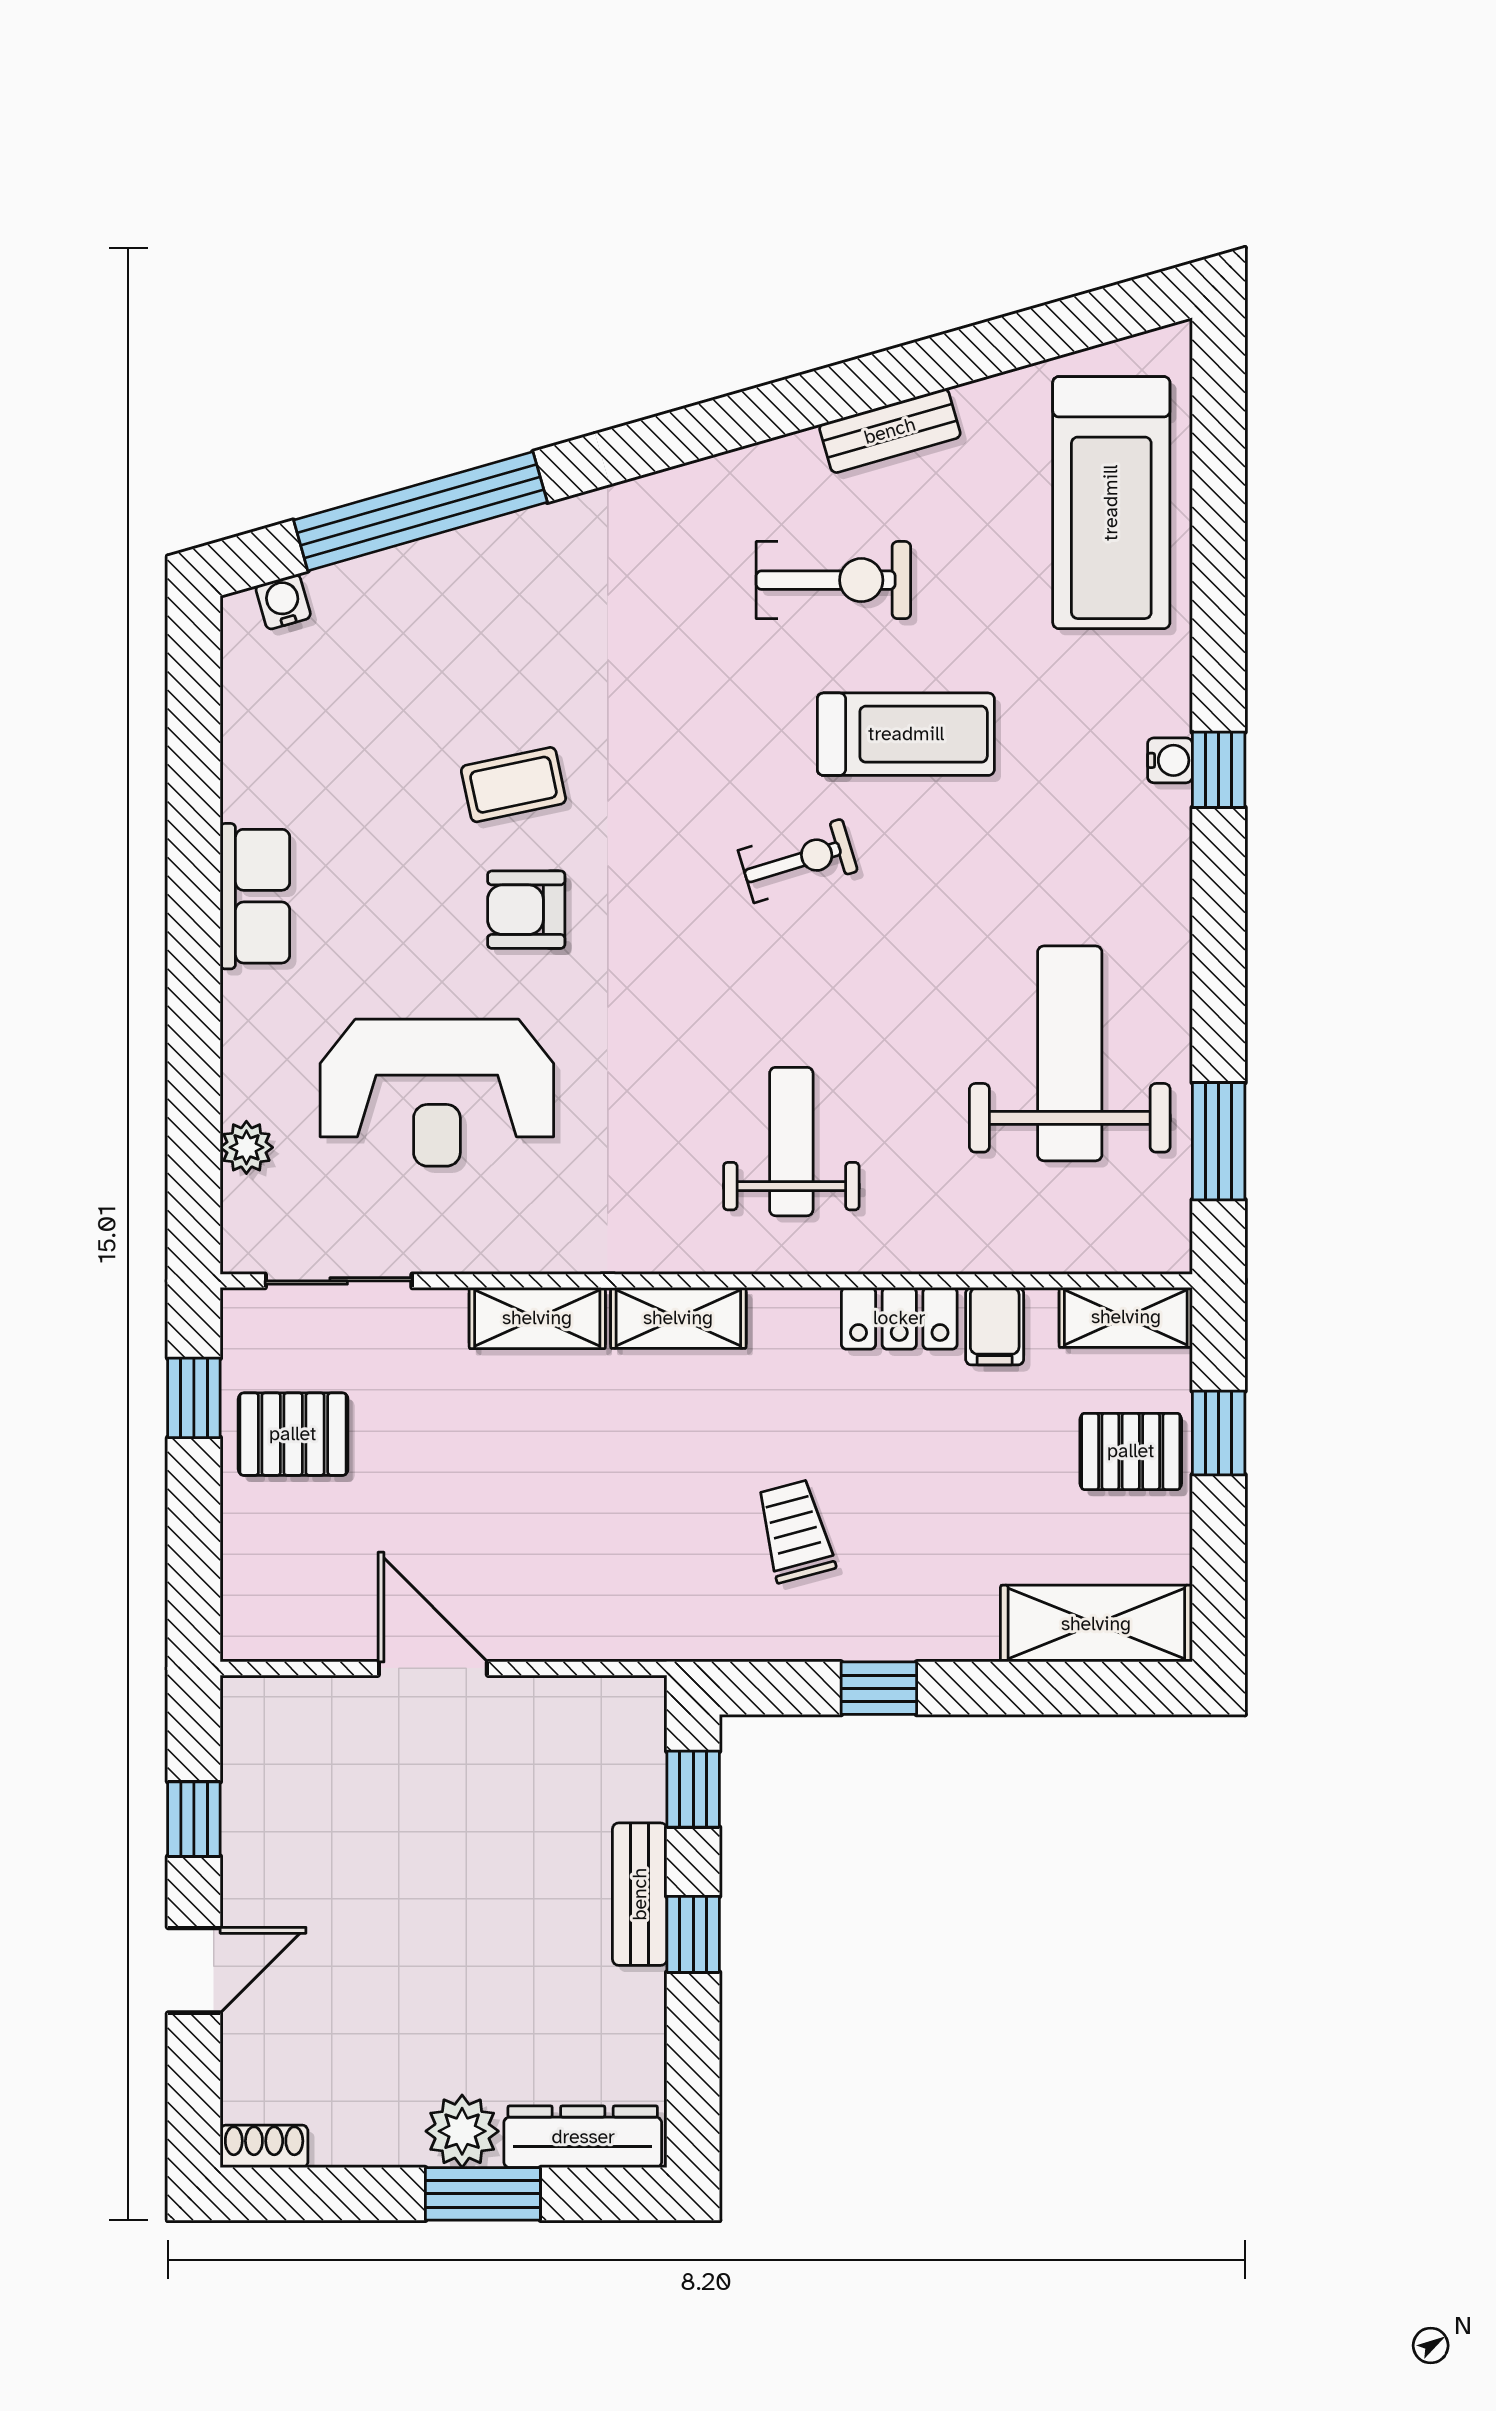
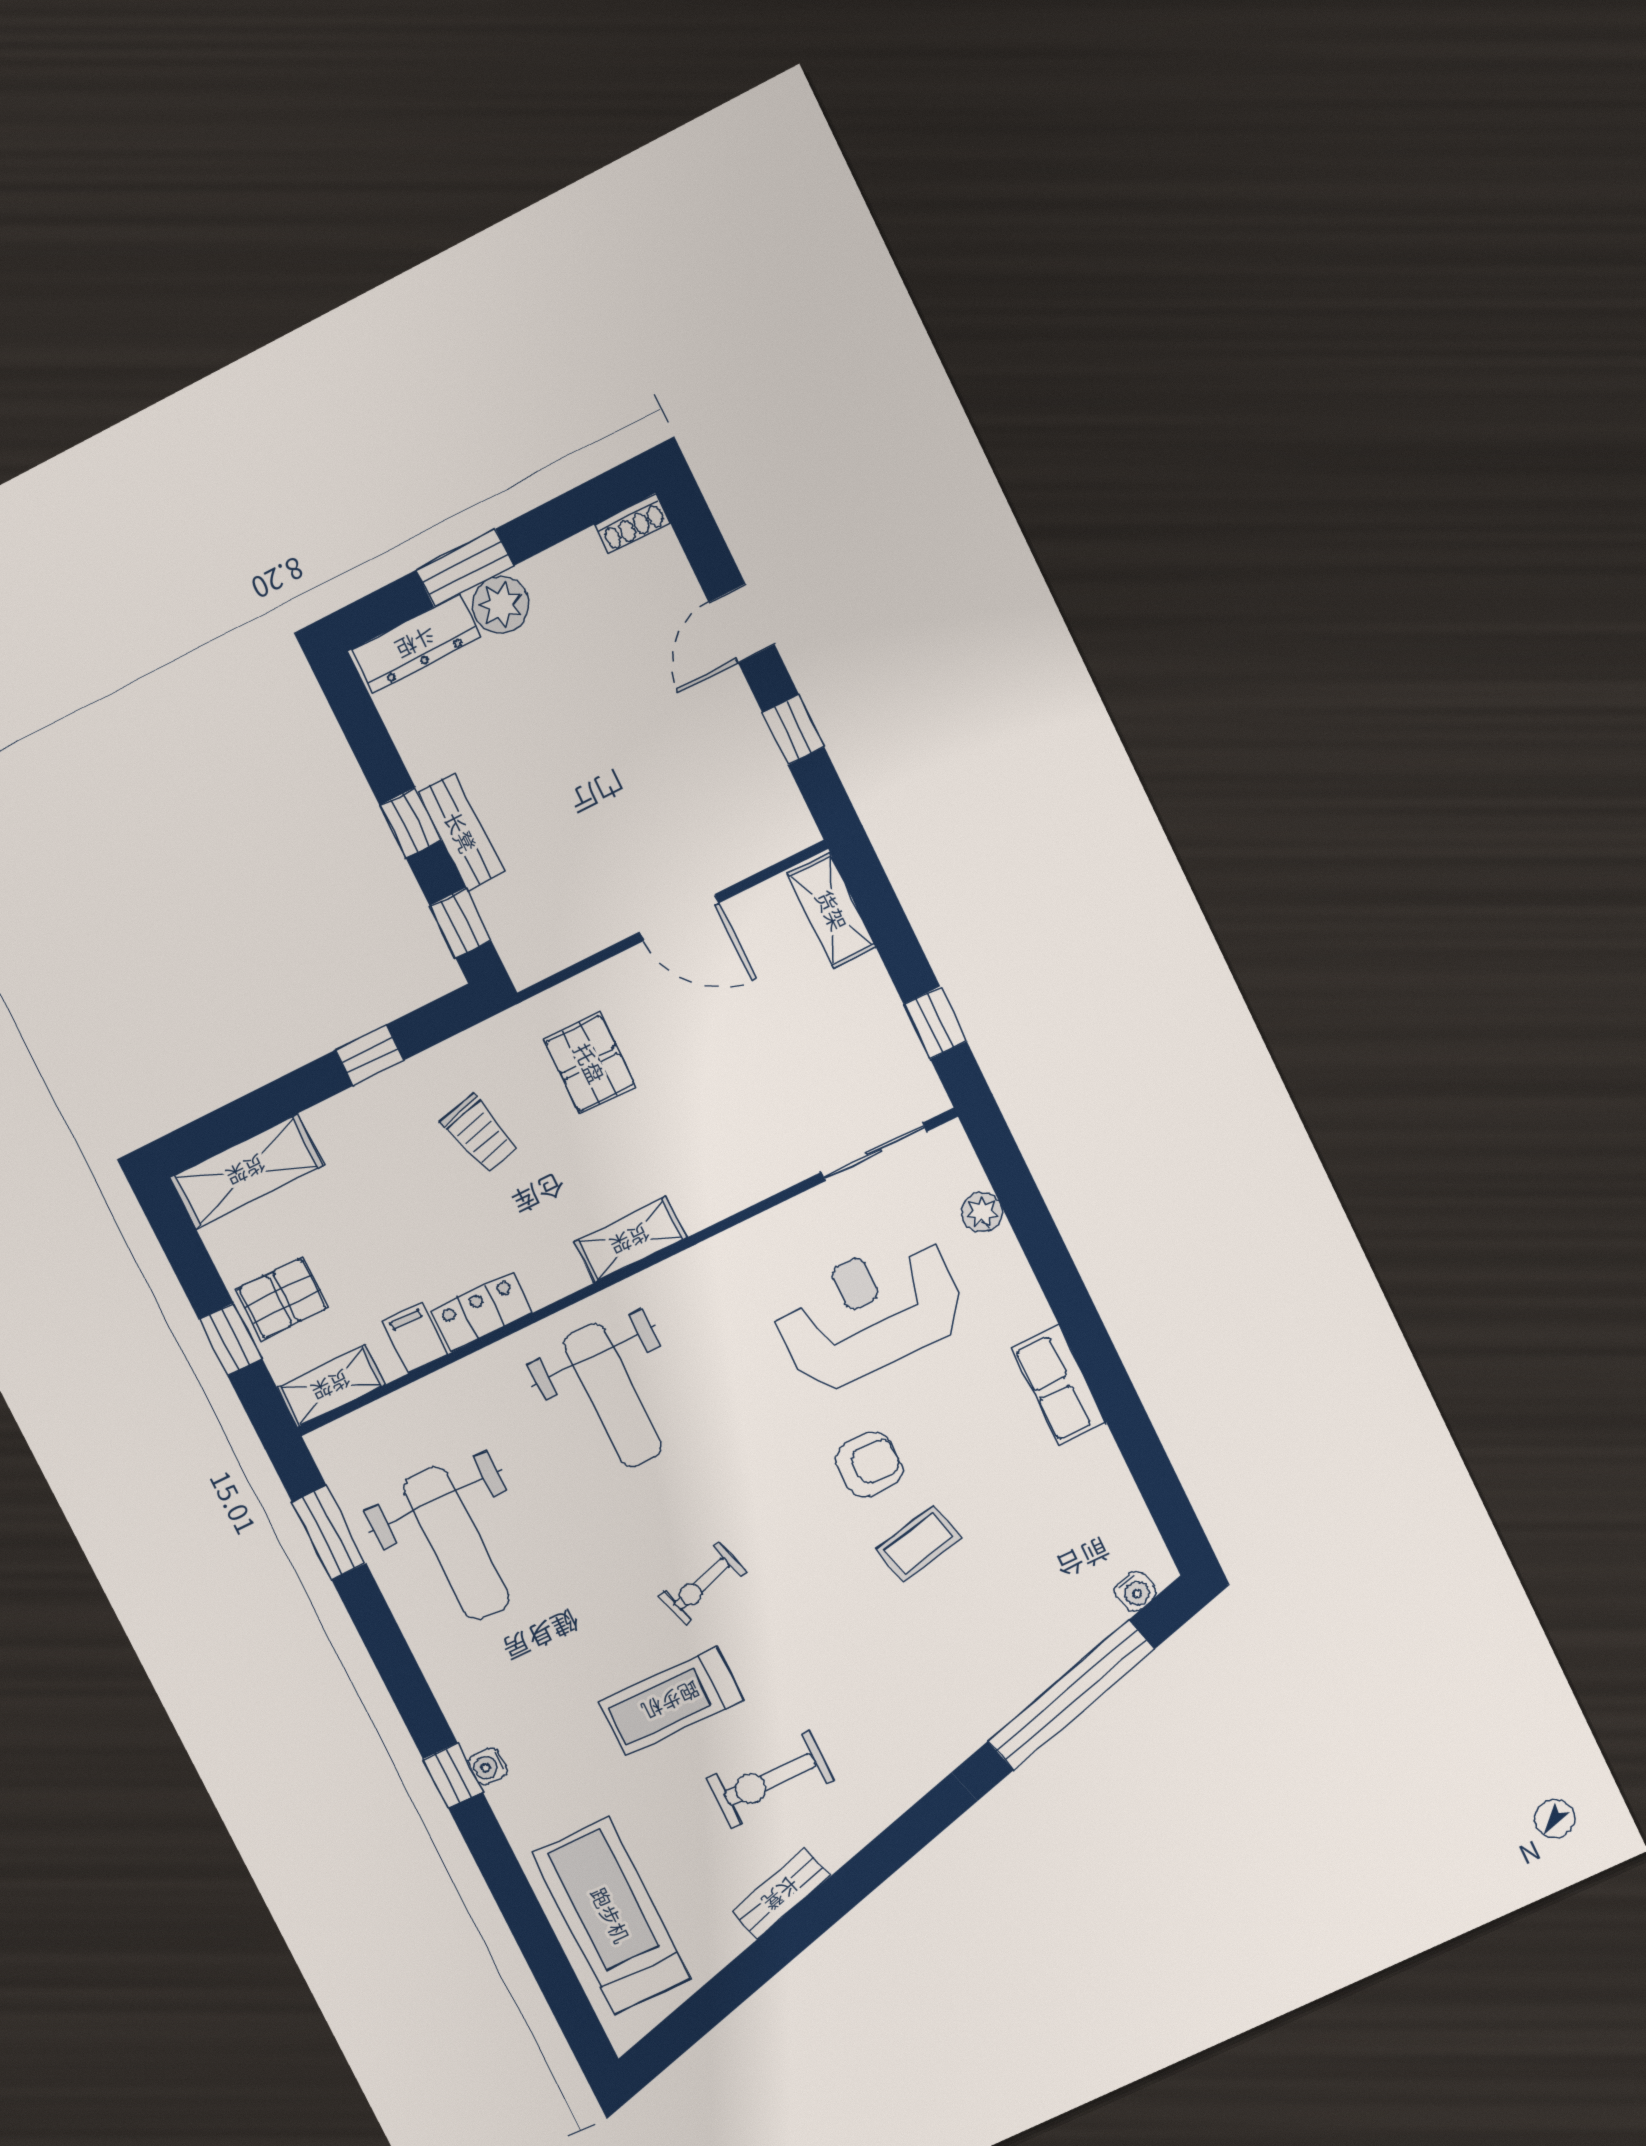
weight bench: (791, 1142) -> (613, 1395), width x1.36, depth x1.33
shelving: (537, 1318) -> (832, 910), moved, turned 90
pallet: (293, 1434) -> (590, 1063), moved, turned 90

